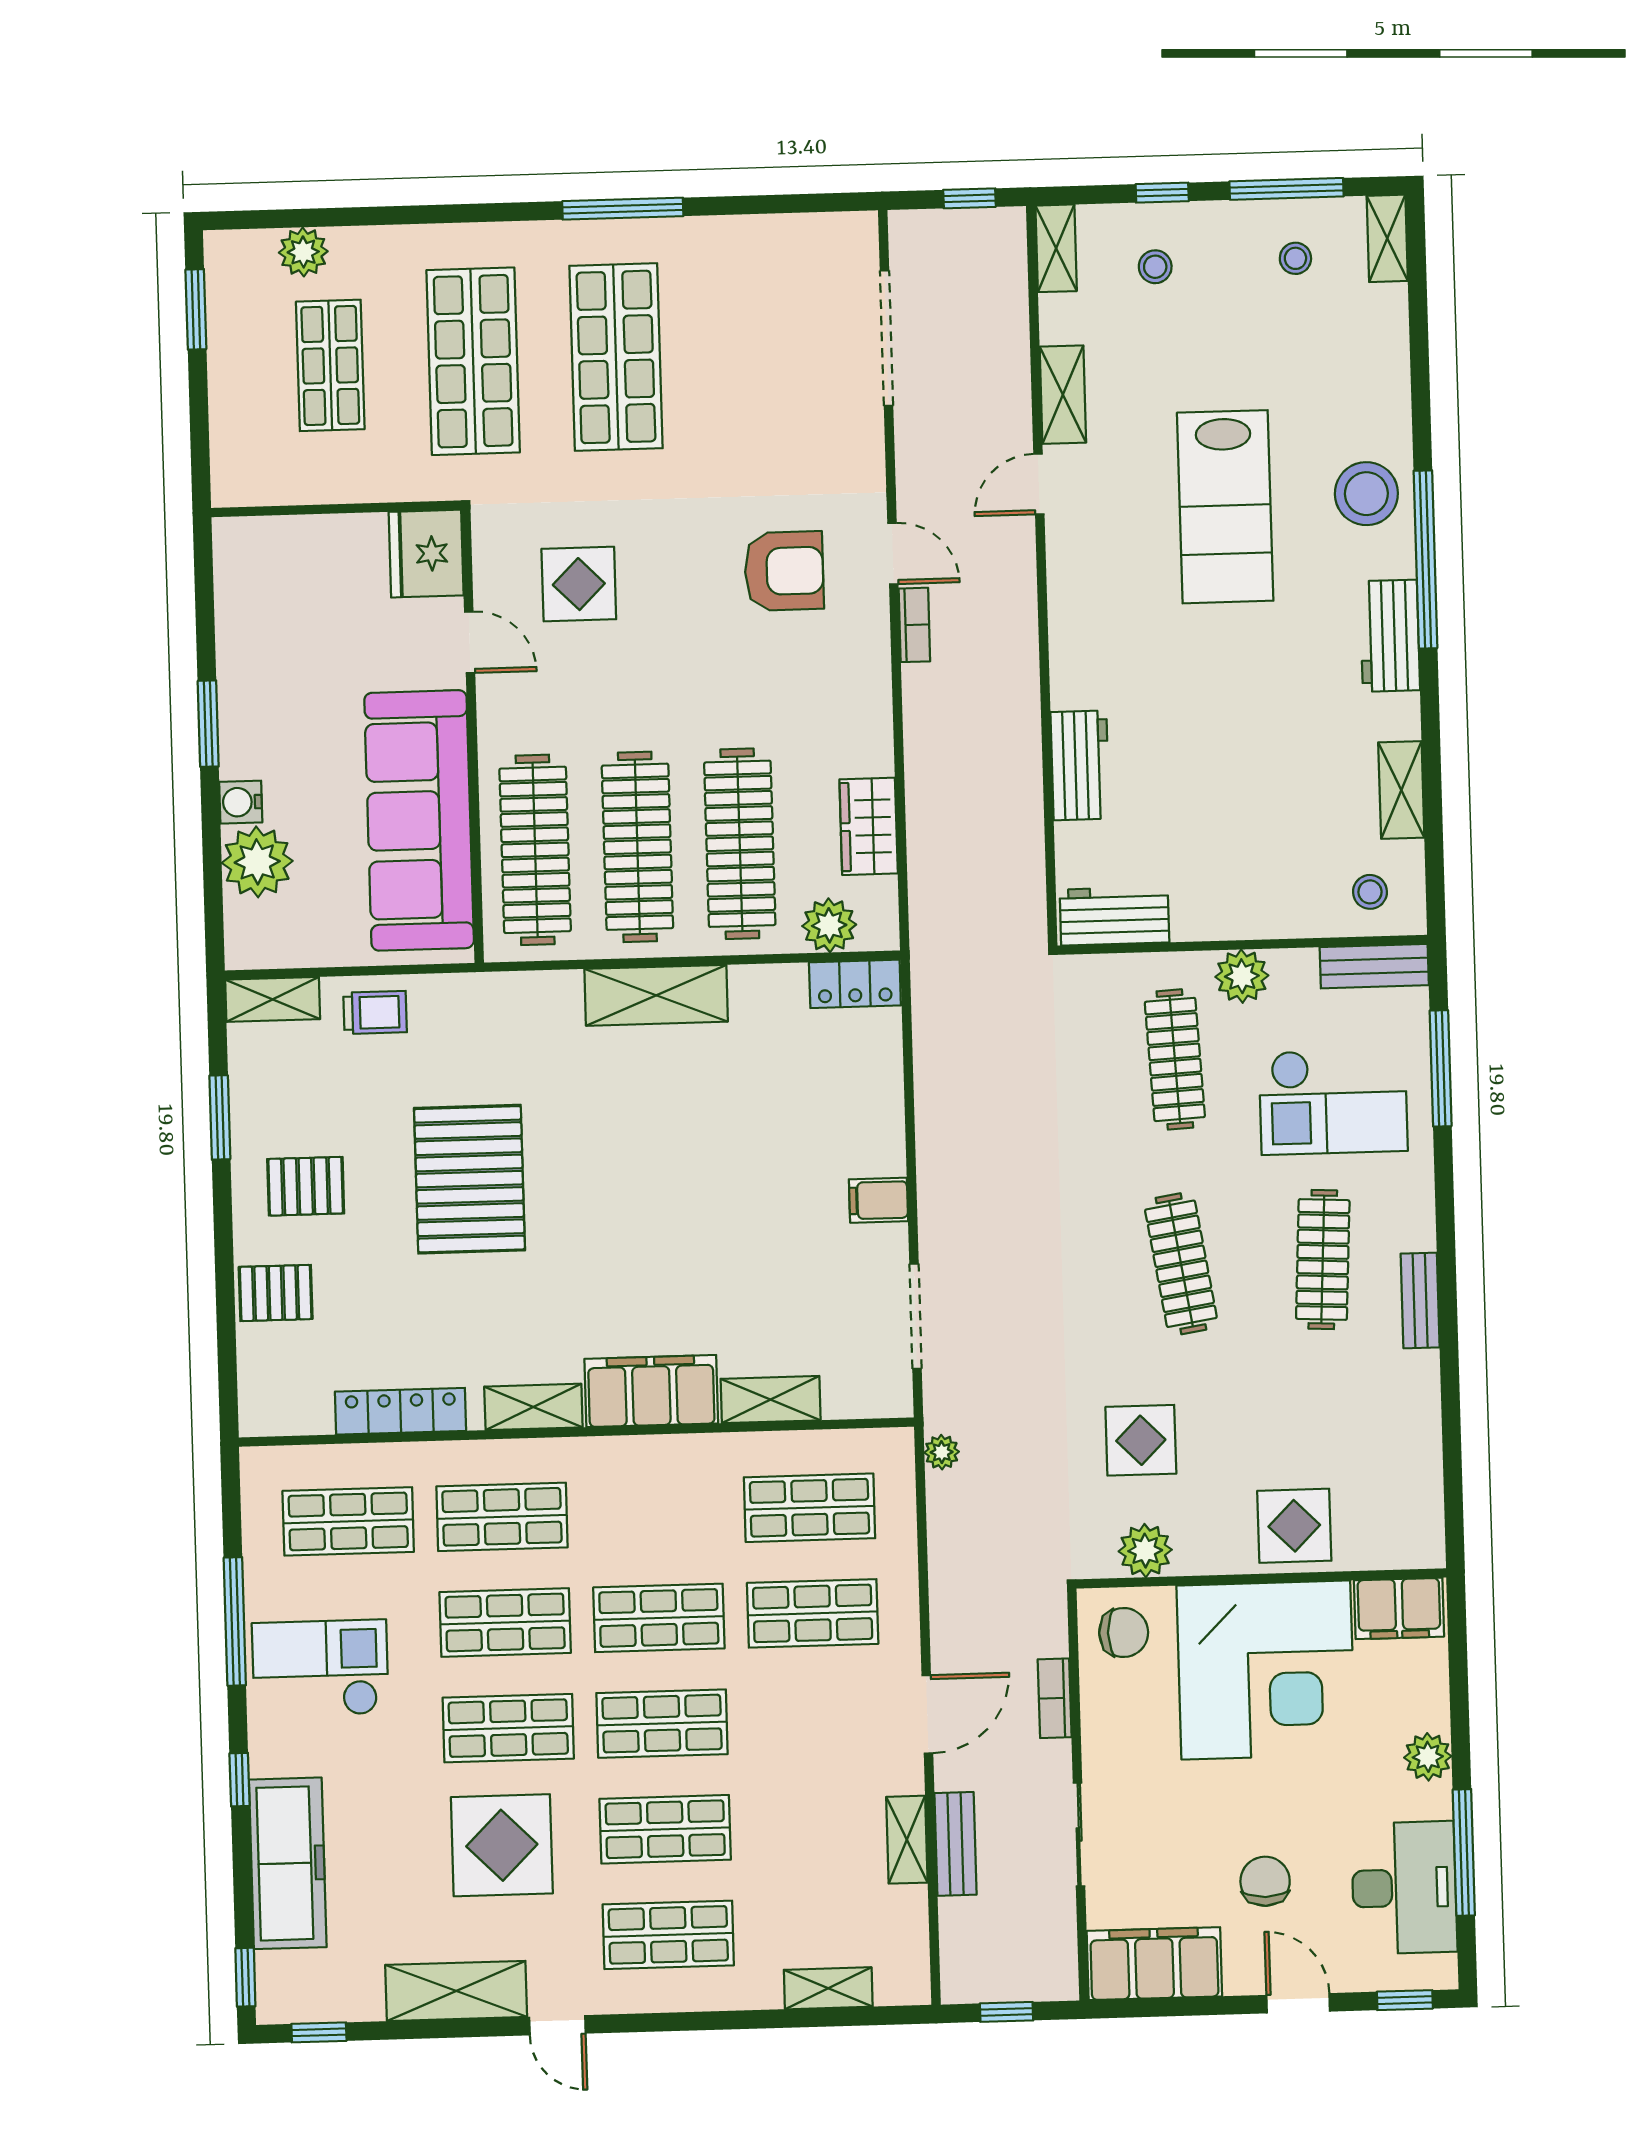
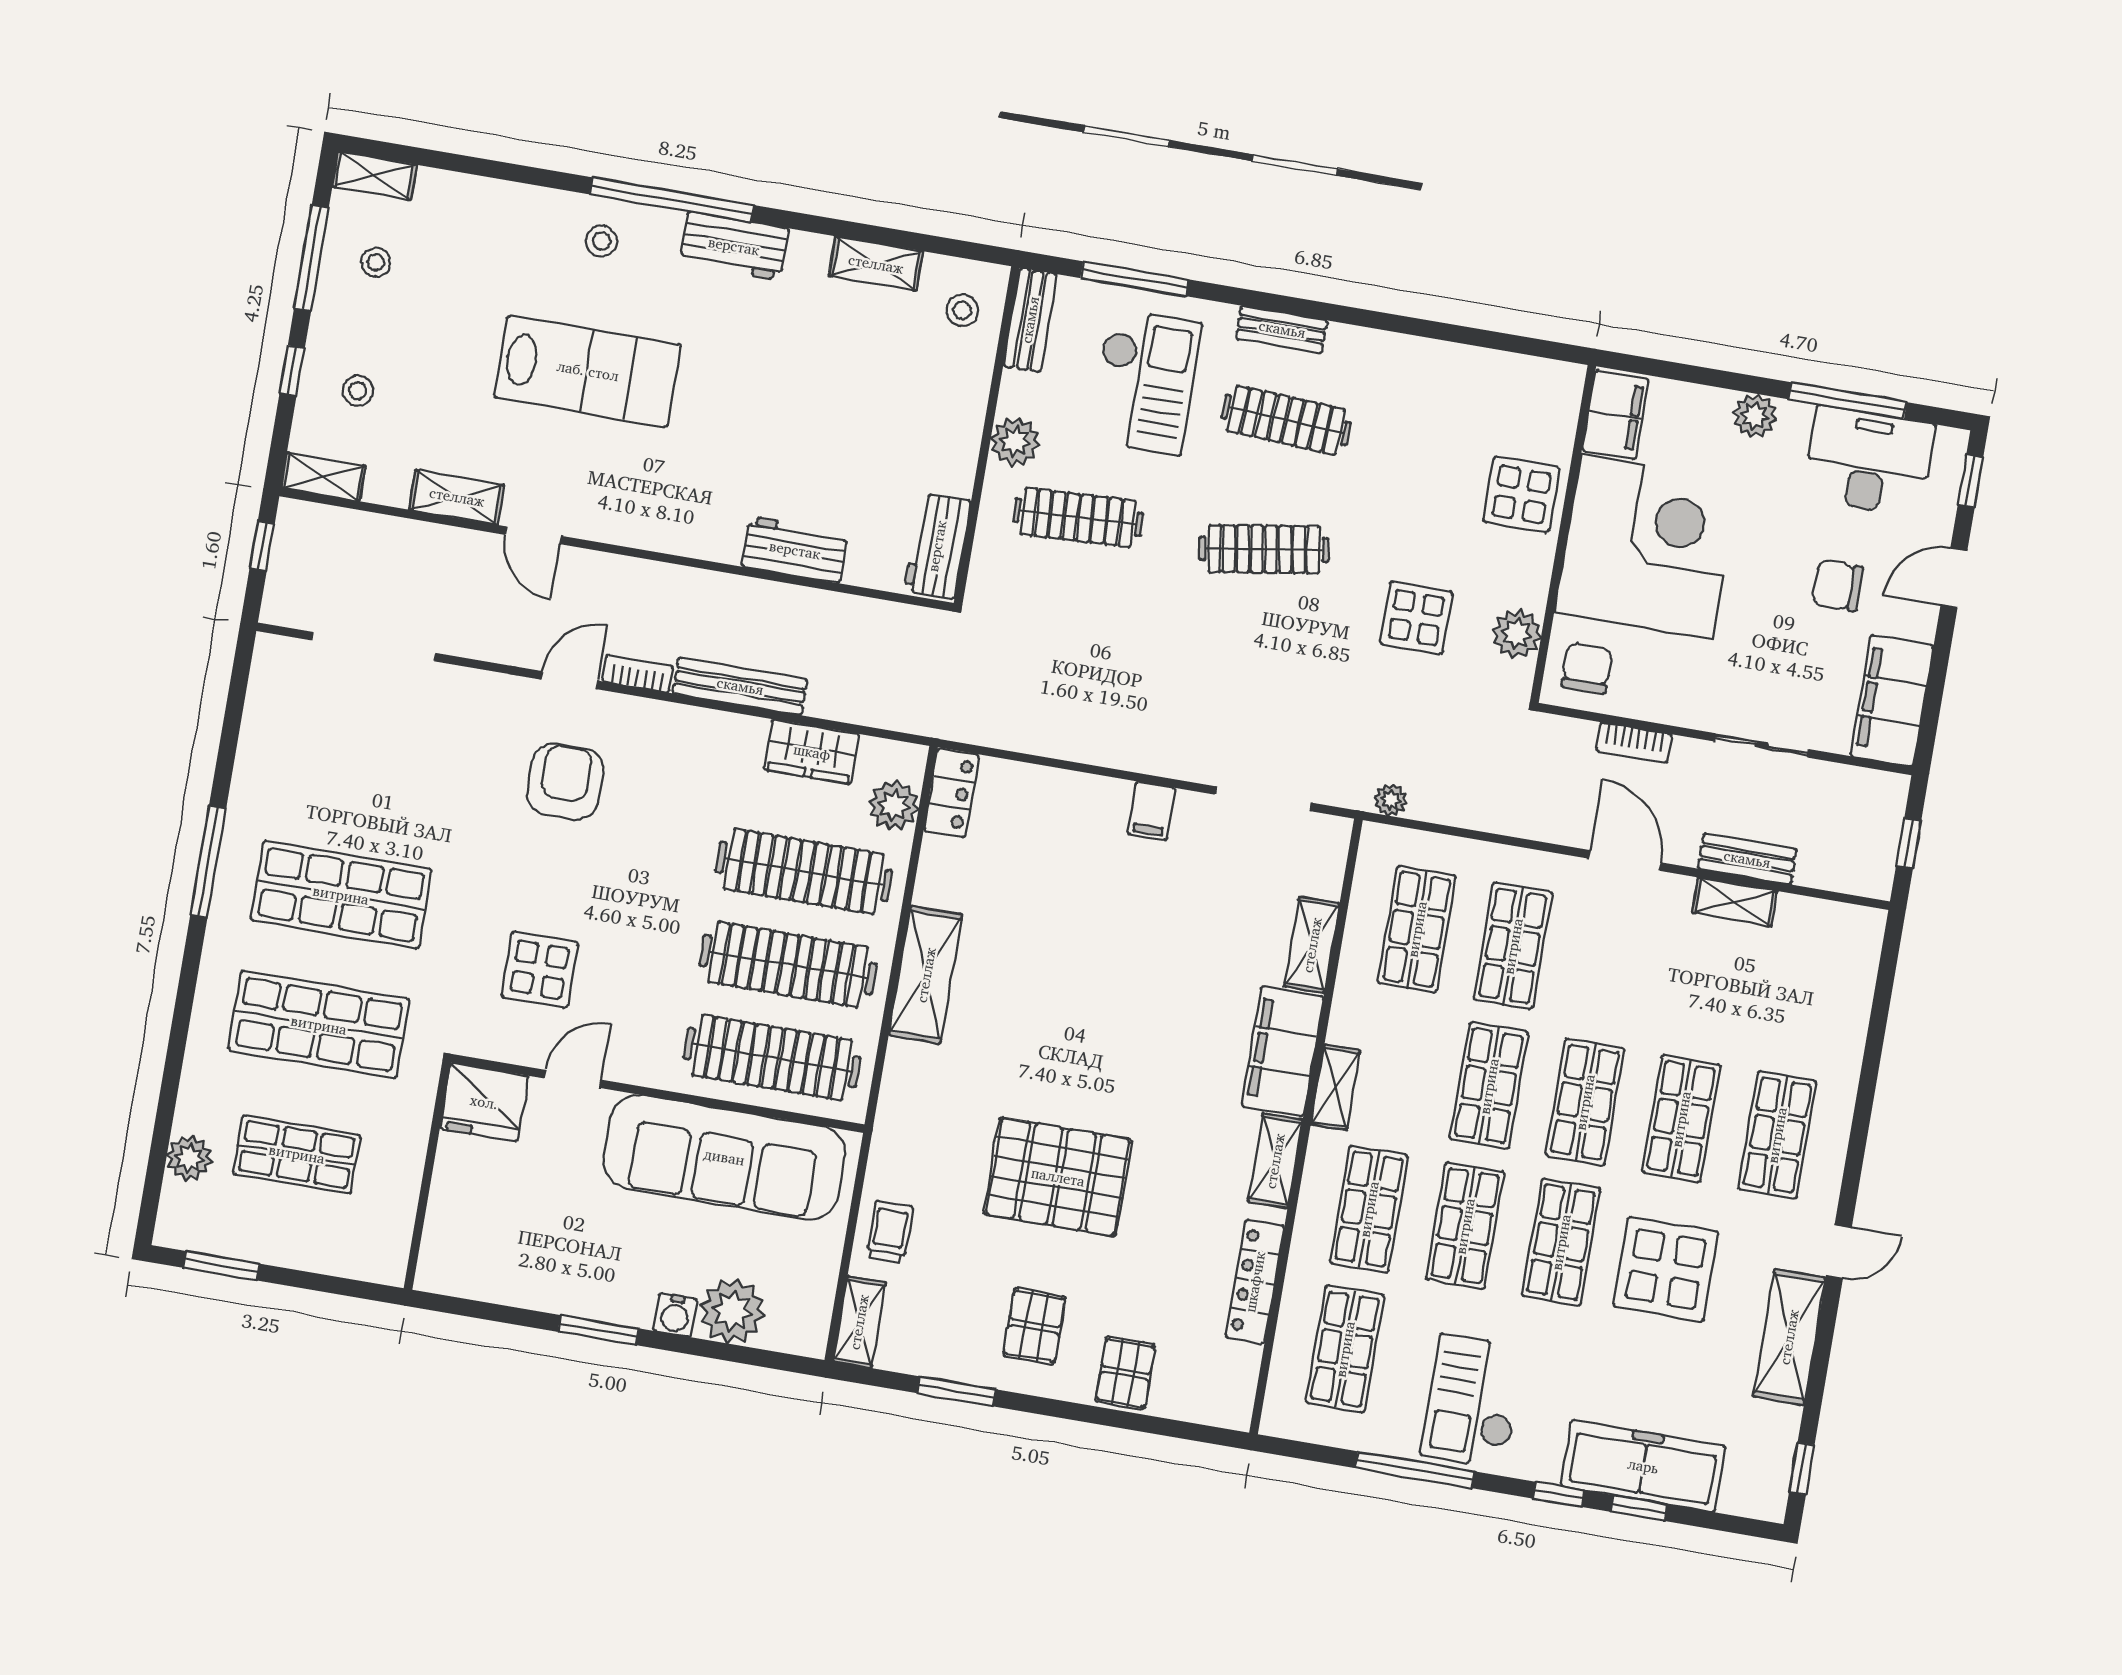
stool: (1366, 494) -> (601, 241), width x0.53, depth x0.53
bench: (923, 736) -> (740, 686), added
bench: (1420, 1300) -> (1282, 329), moved
window: (245, 1977) -> (1639, 1508), moved
shelving: (828, 1988) -> (1335, 1087), moved

